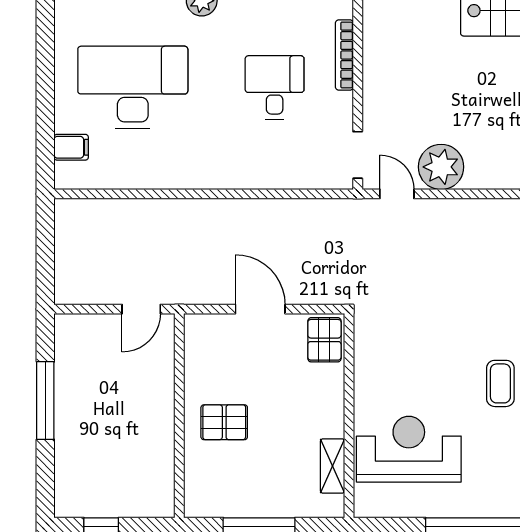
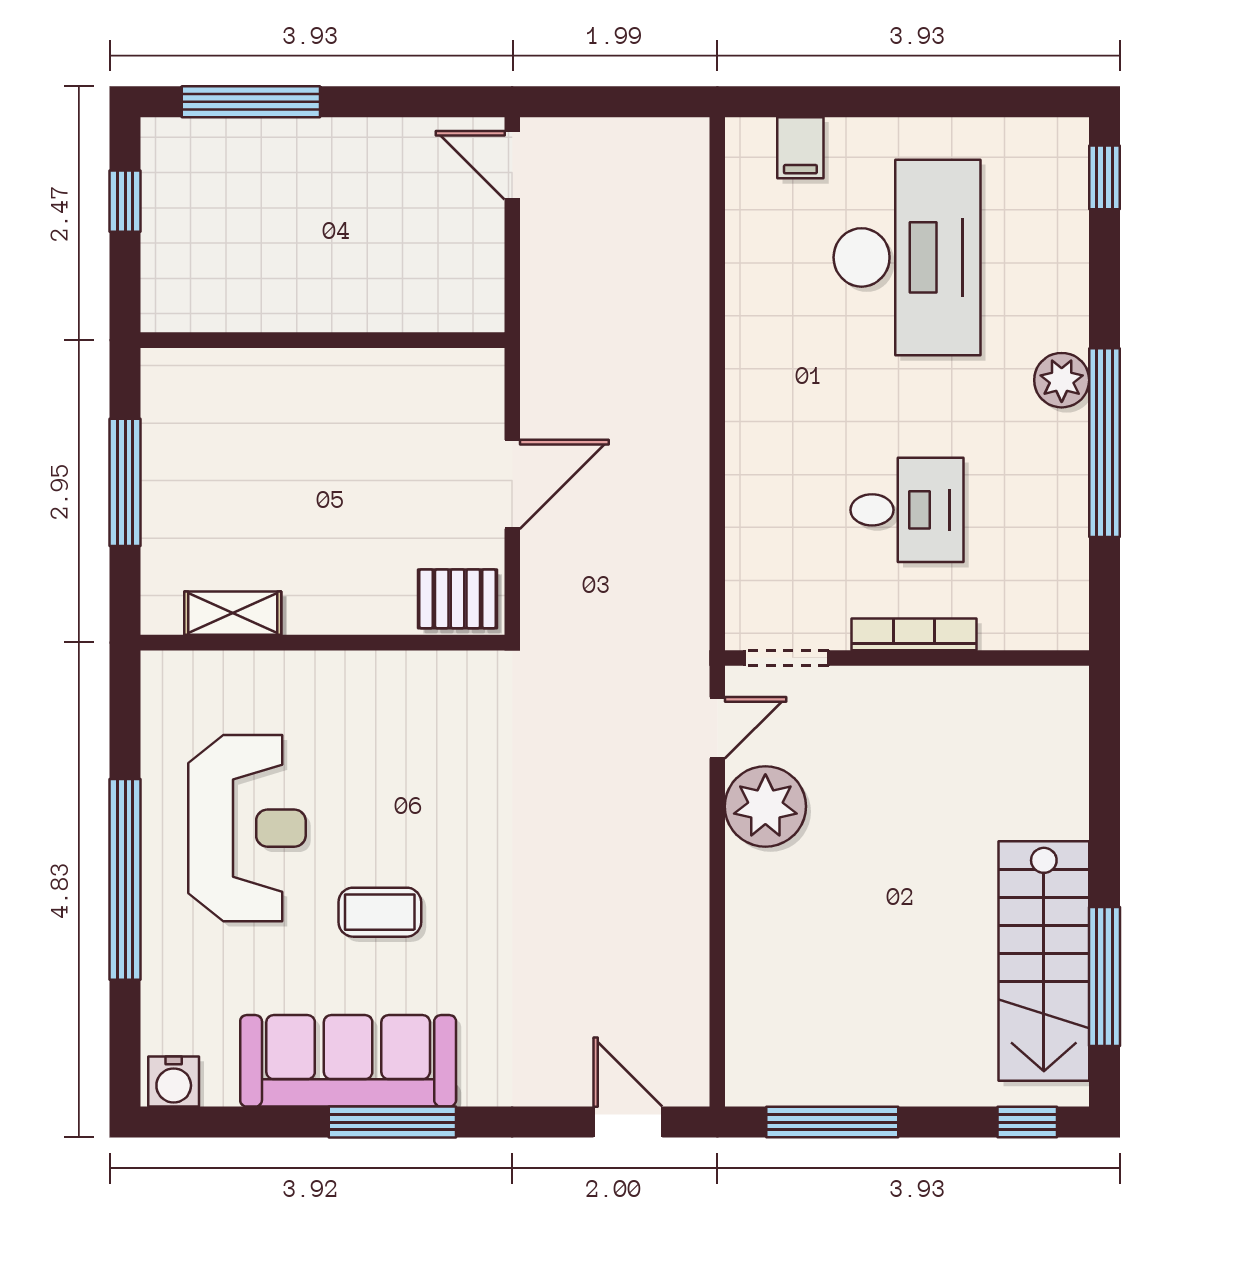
bookcase: (344, 55) -> (914, 634), moved
door: (141, 309) -> (512, 165), moved
window: (45, 401) -> (251, 102), moved
pallet: (224, 422) -> (311, 420), removed
reception desk: (409, 449) -> (247, 828), moved

